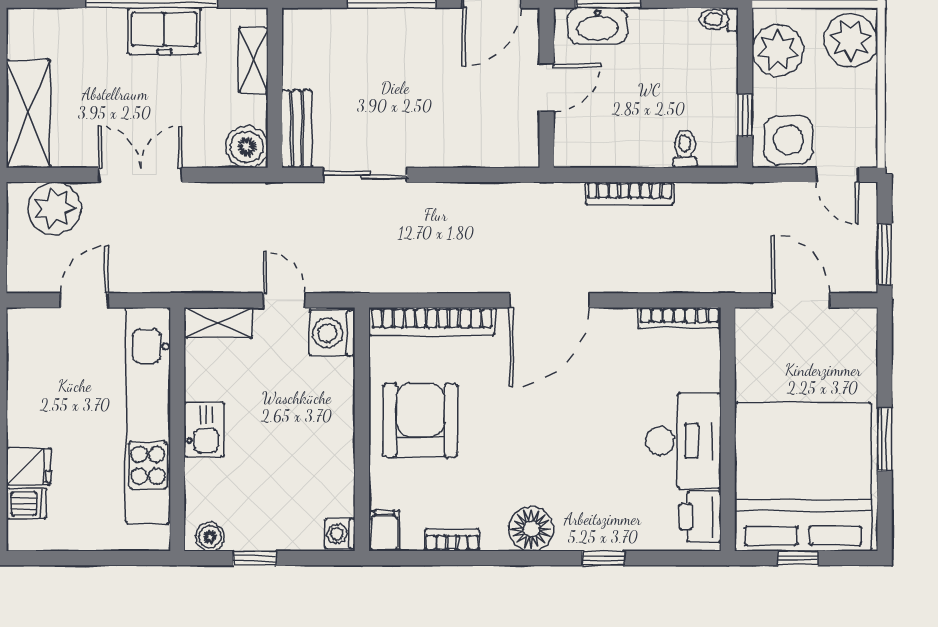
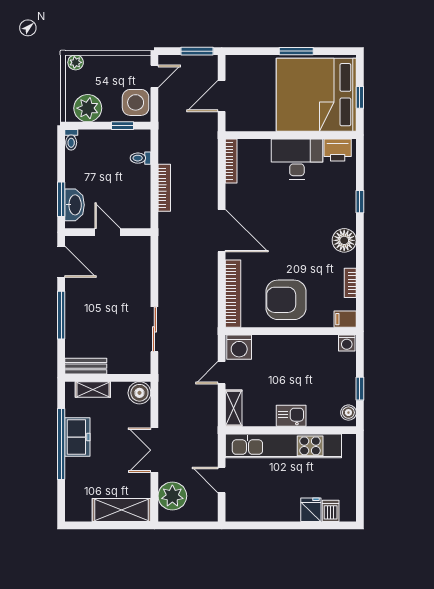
plant: (851, 40) -> (76, 62), width x0.53, depth x0.53
bench: (297, 129) -> (86, 366), moved

